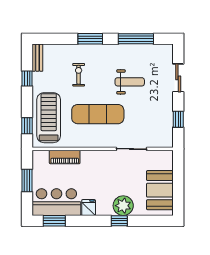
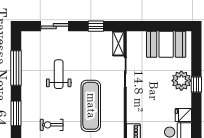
shelving: (161, 142) -> (118, 44), added

